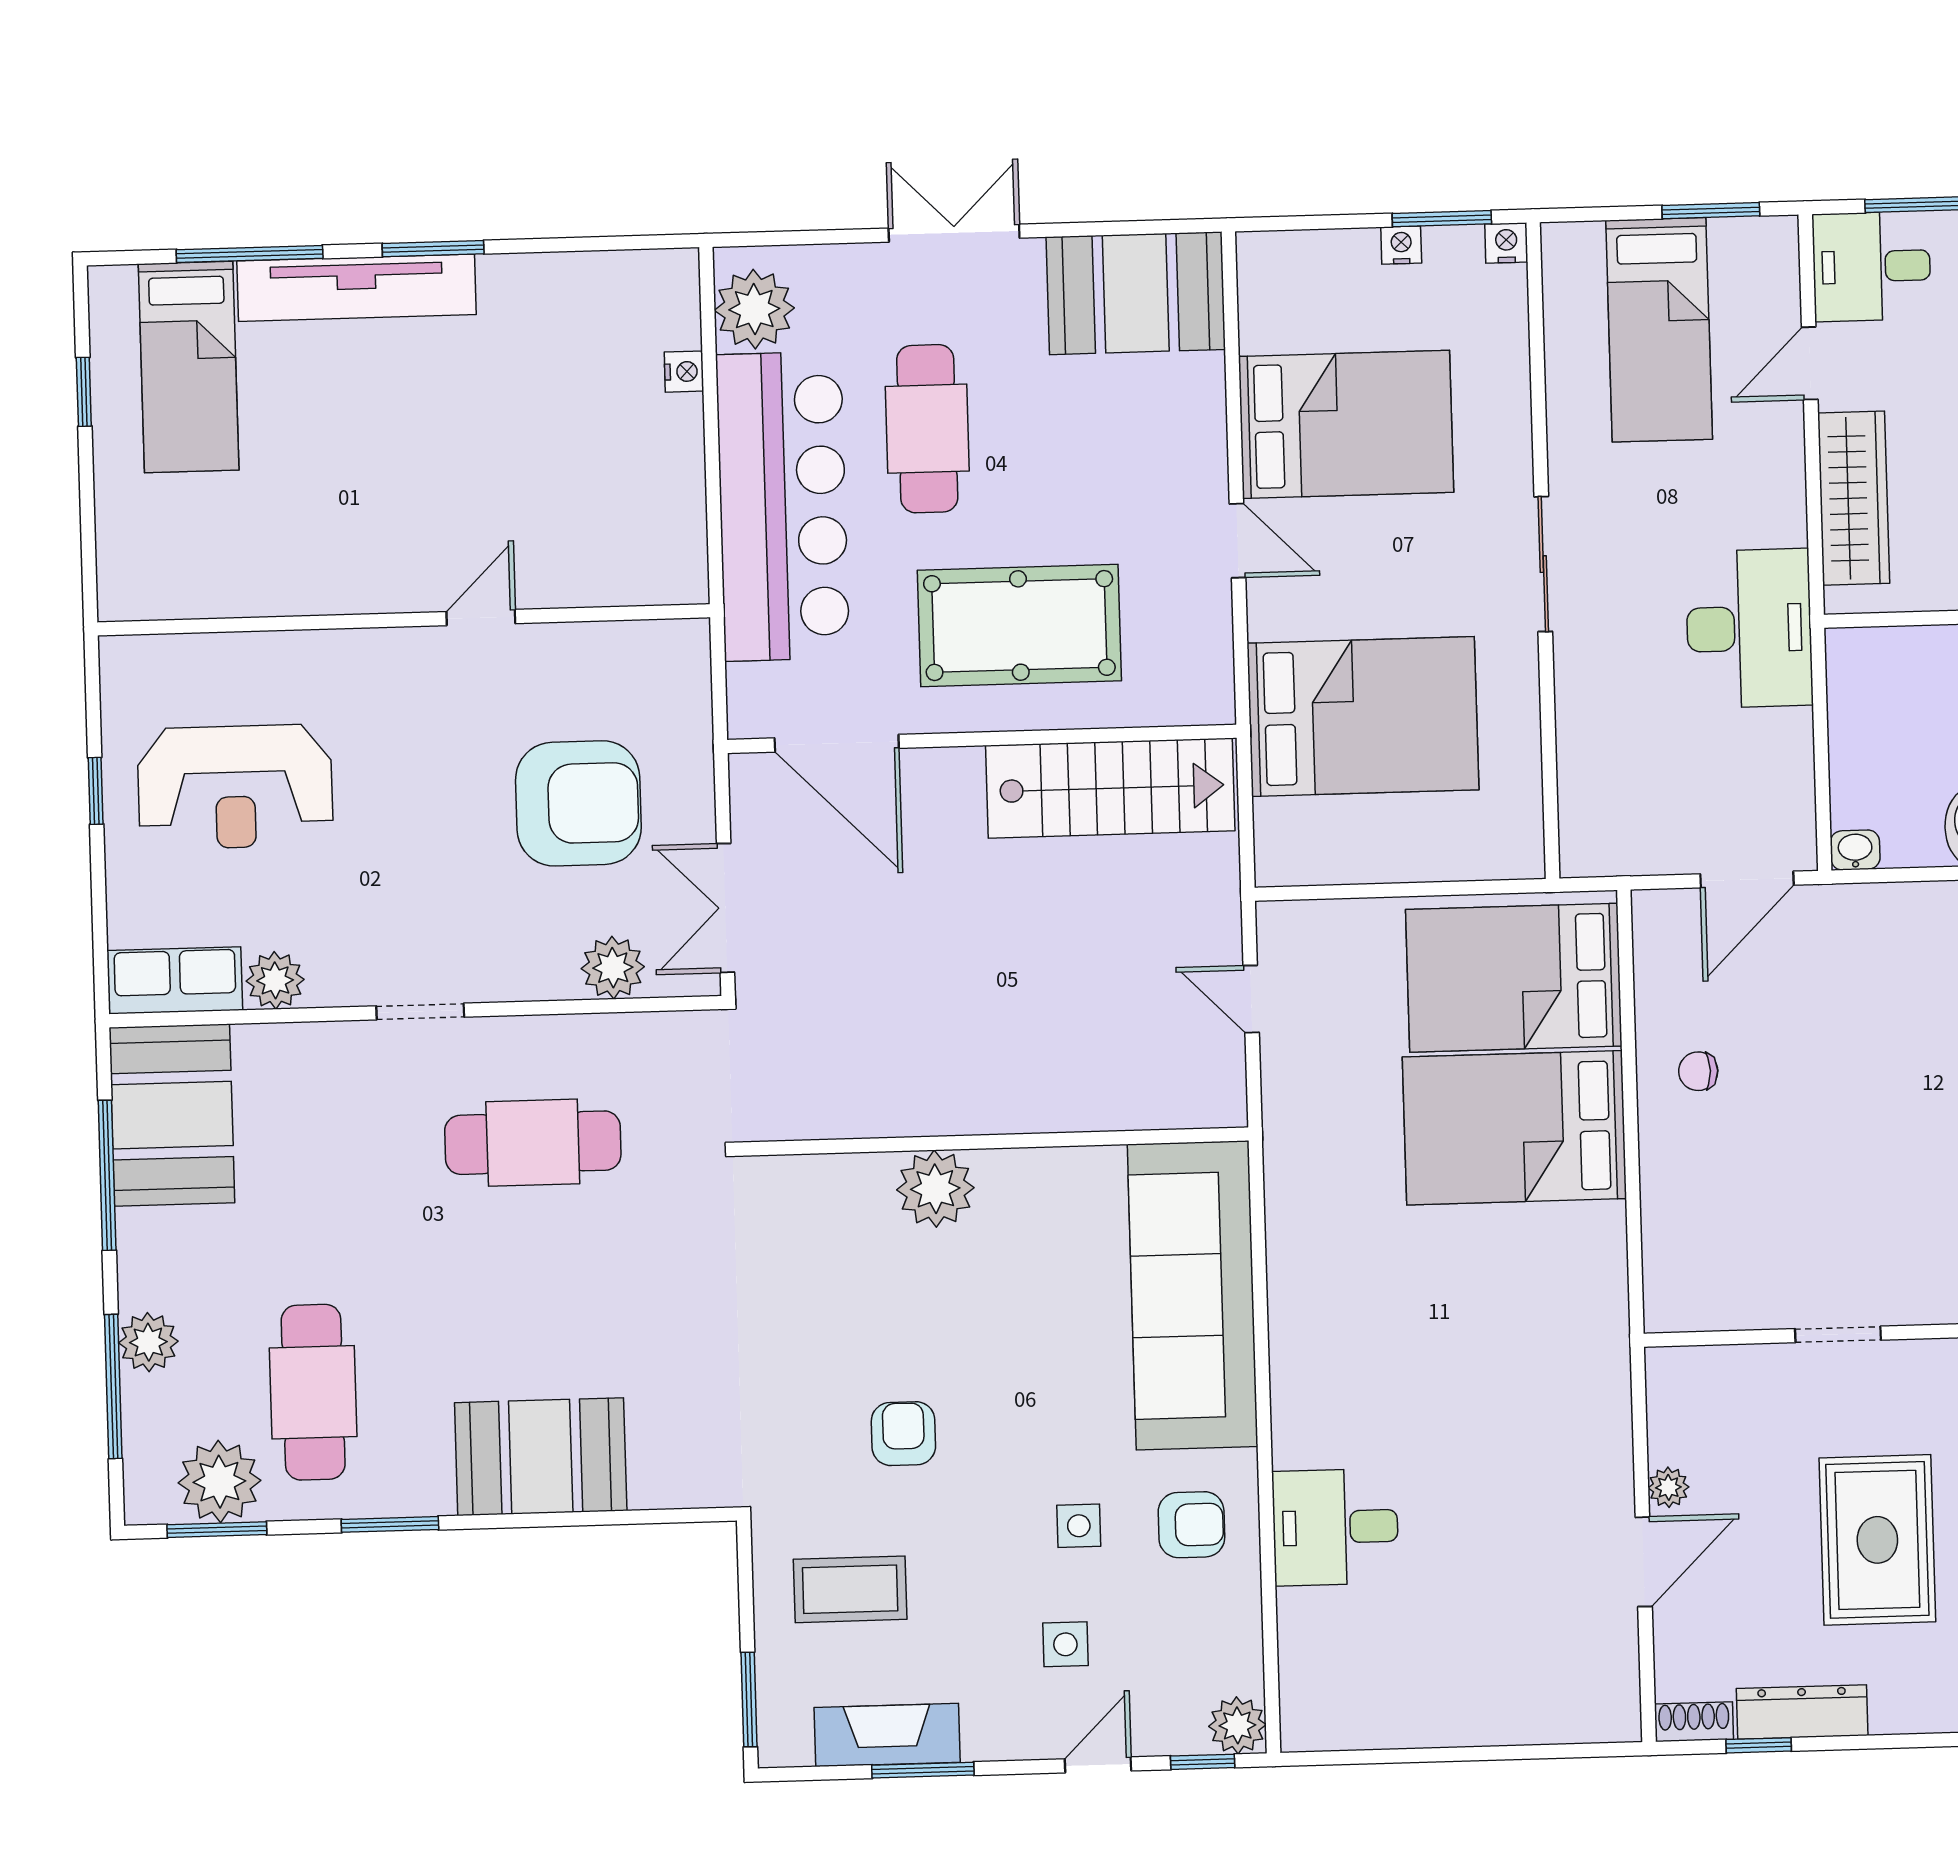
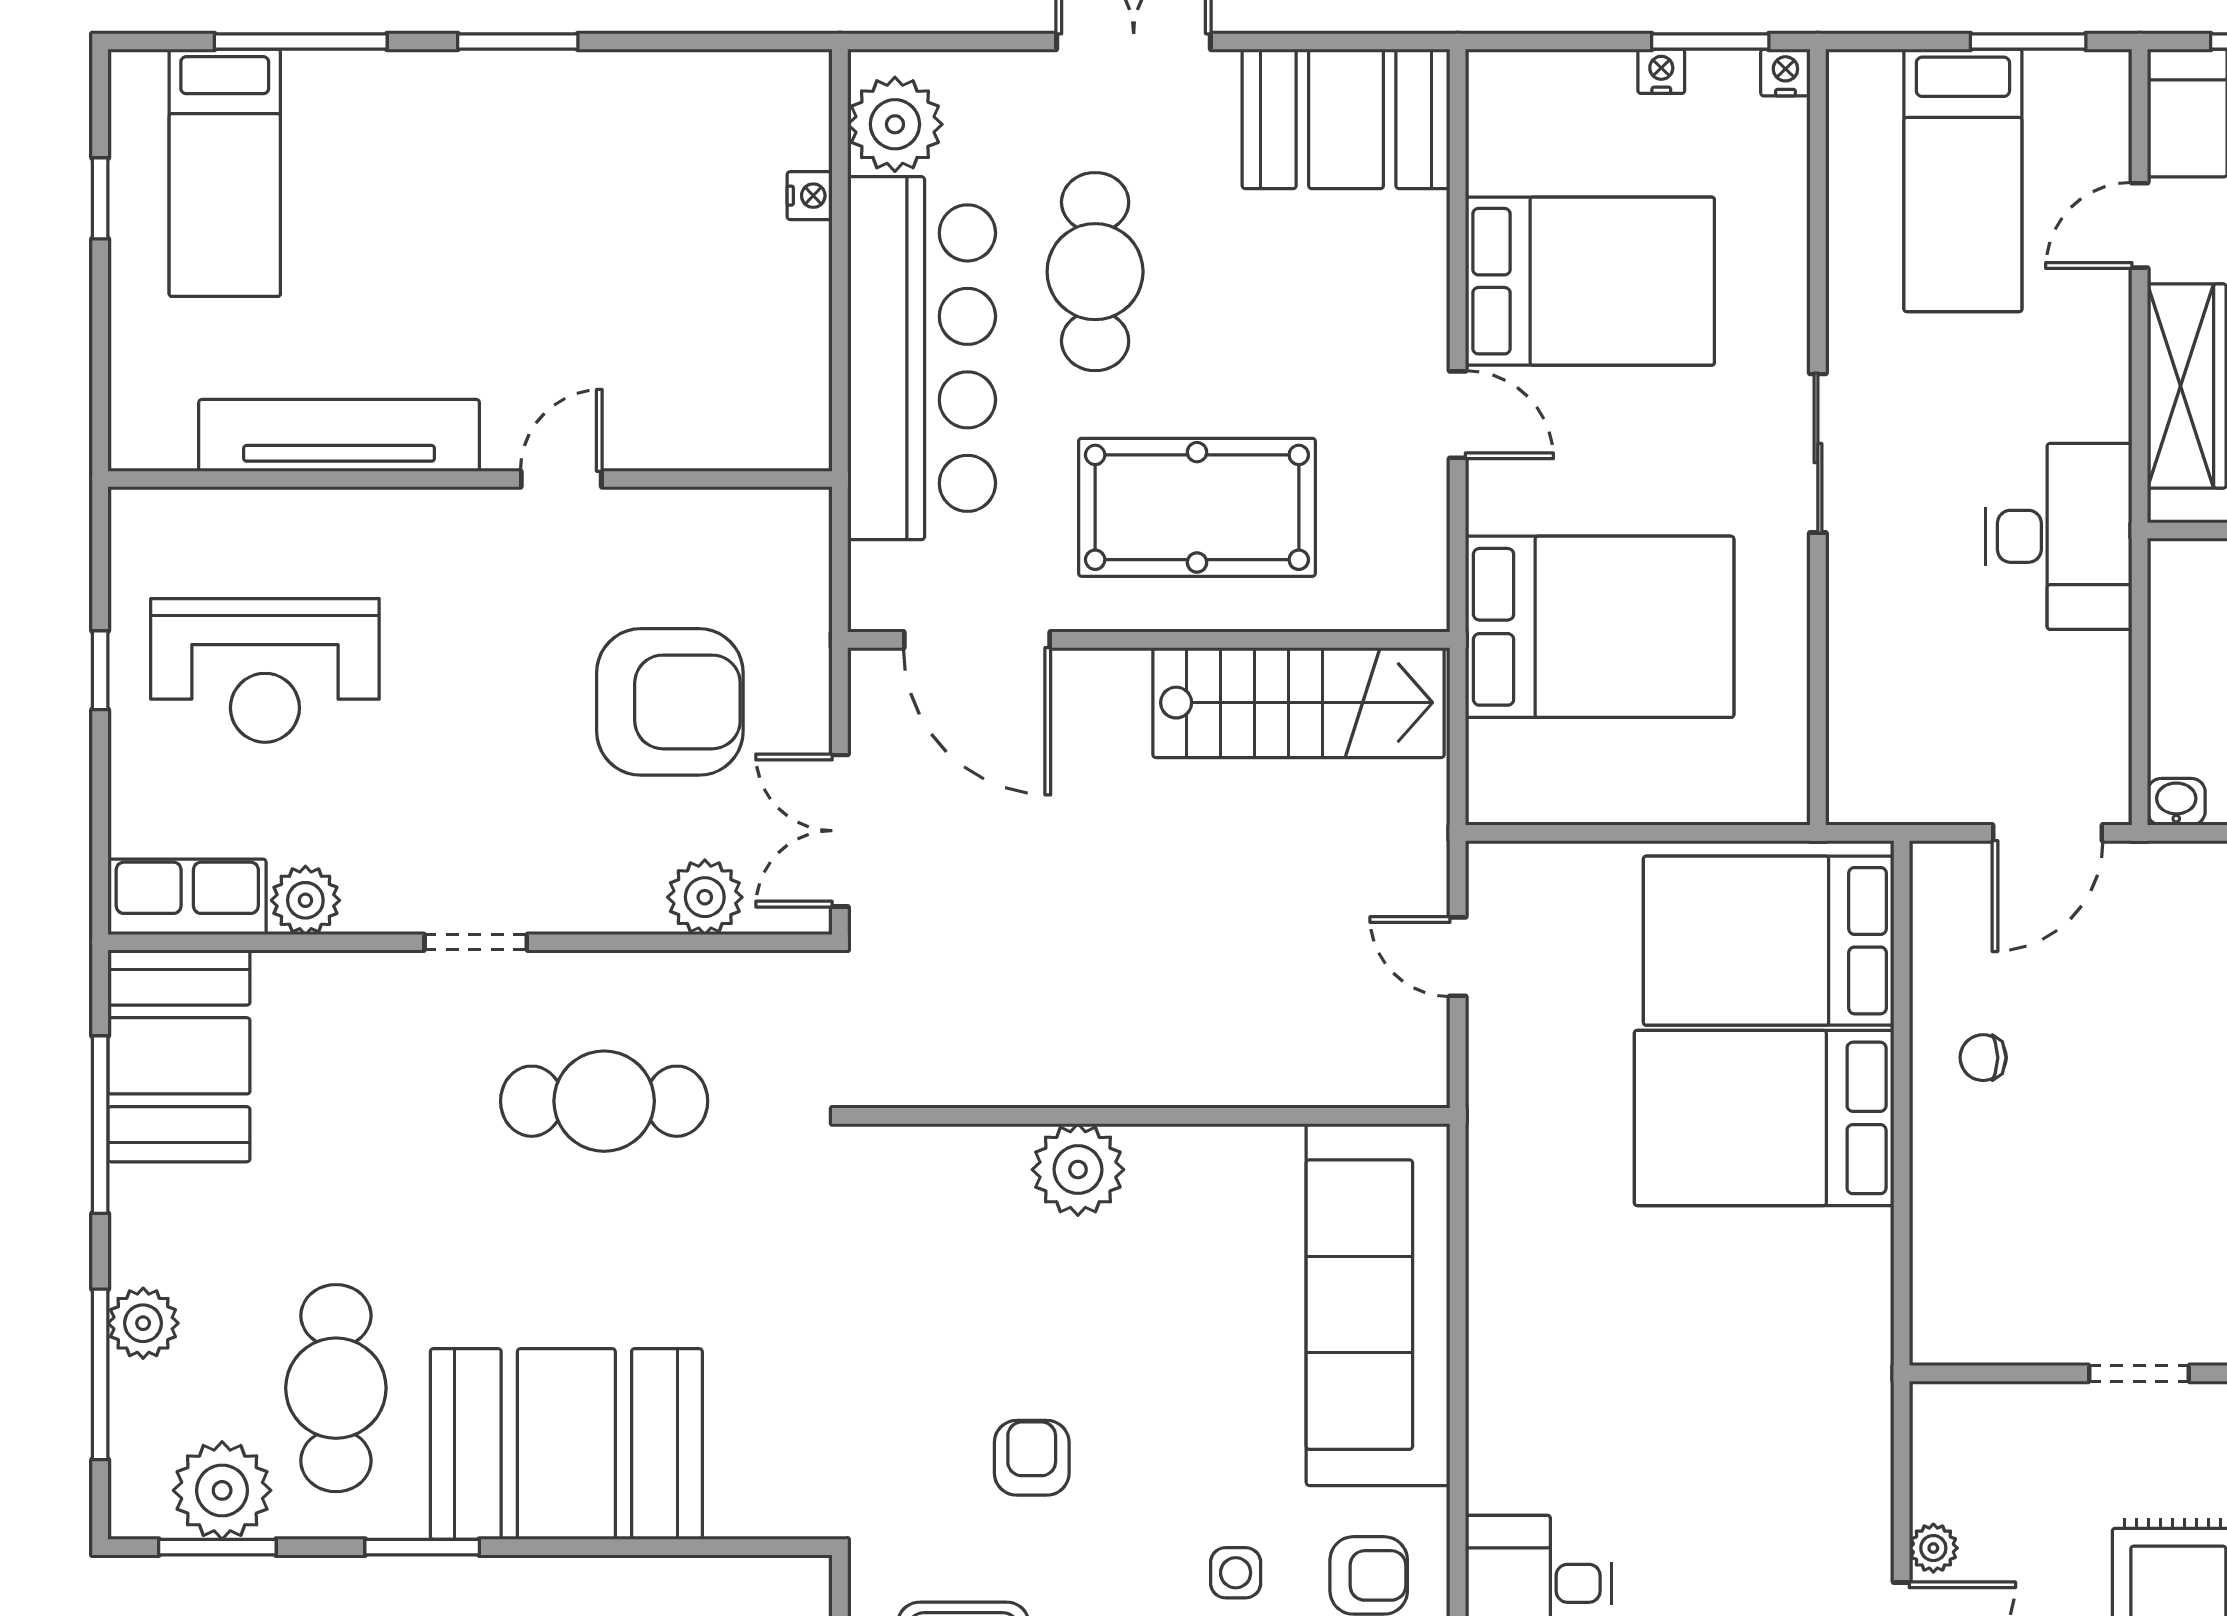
tv unit: (357, 288) -> (339, 435), moved, turned 180
booth: (541, 1457) -> (566, 1444), width x1.36, depth x1.42

